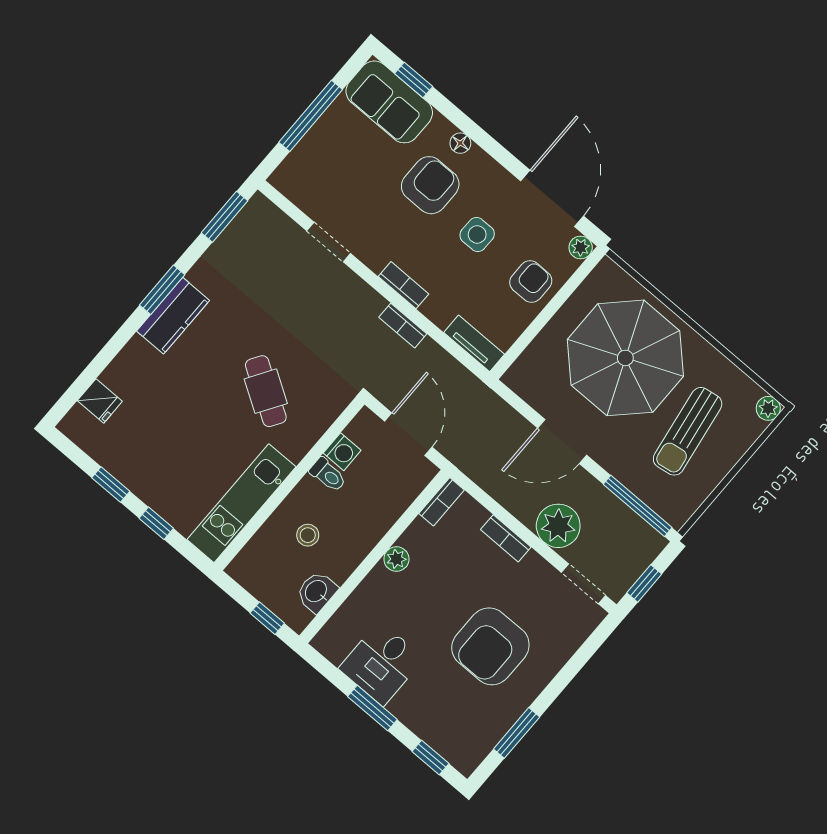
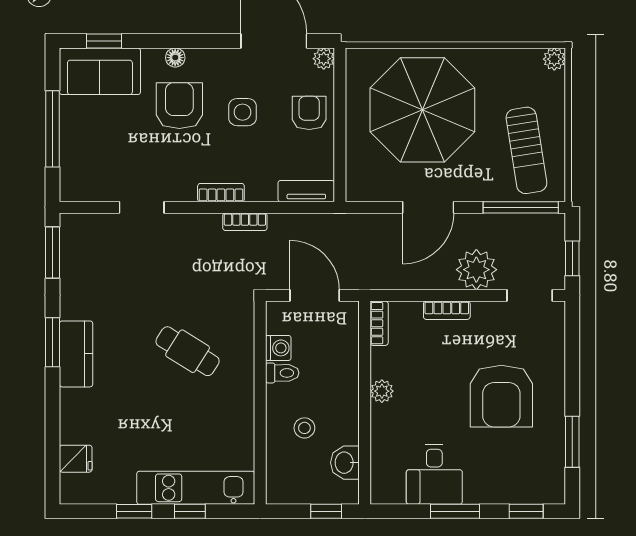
sun lounger: (688, 431) -> (526, 150), moved
kitchen unit: (241, 503) -> (196, 488), moved, turned 90

